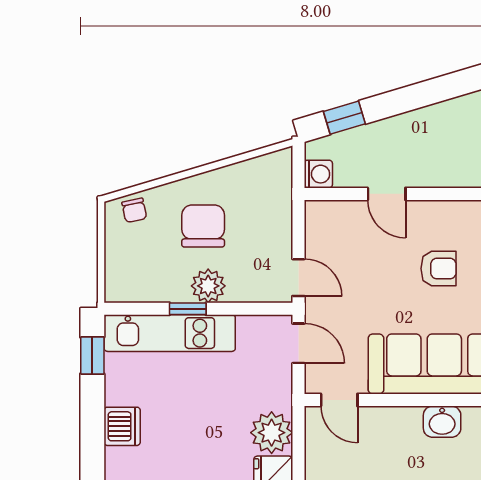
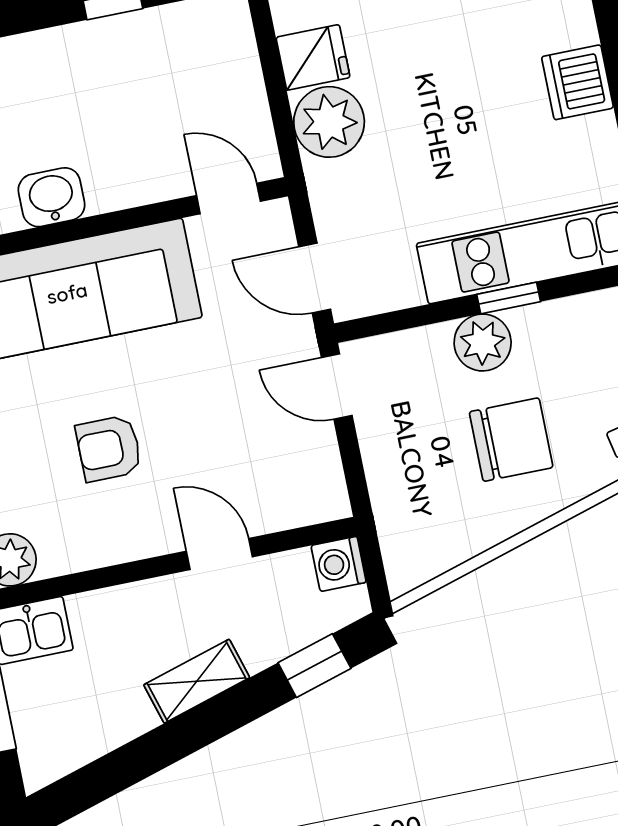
shelving: (415, 123) -> (197, 681), added
chair: (203, 226) -> (511, 440), turned -90

